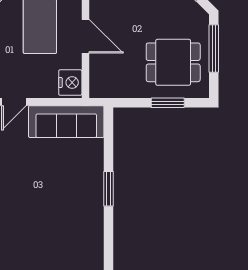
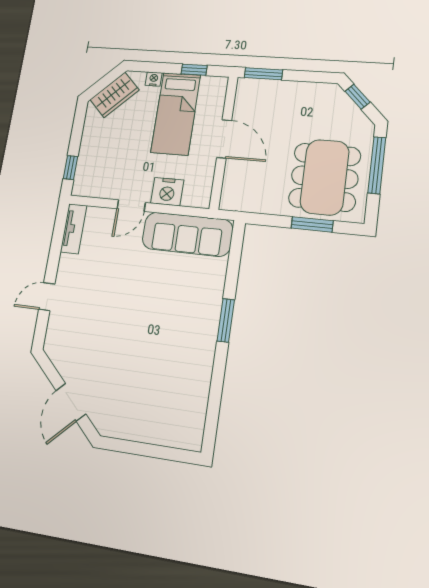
dining table: (173, 62) -> (325, 177), width x1.37
nightstand: (70, 83) -> (167, 192), moved, turned 90

